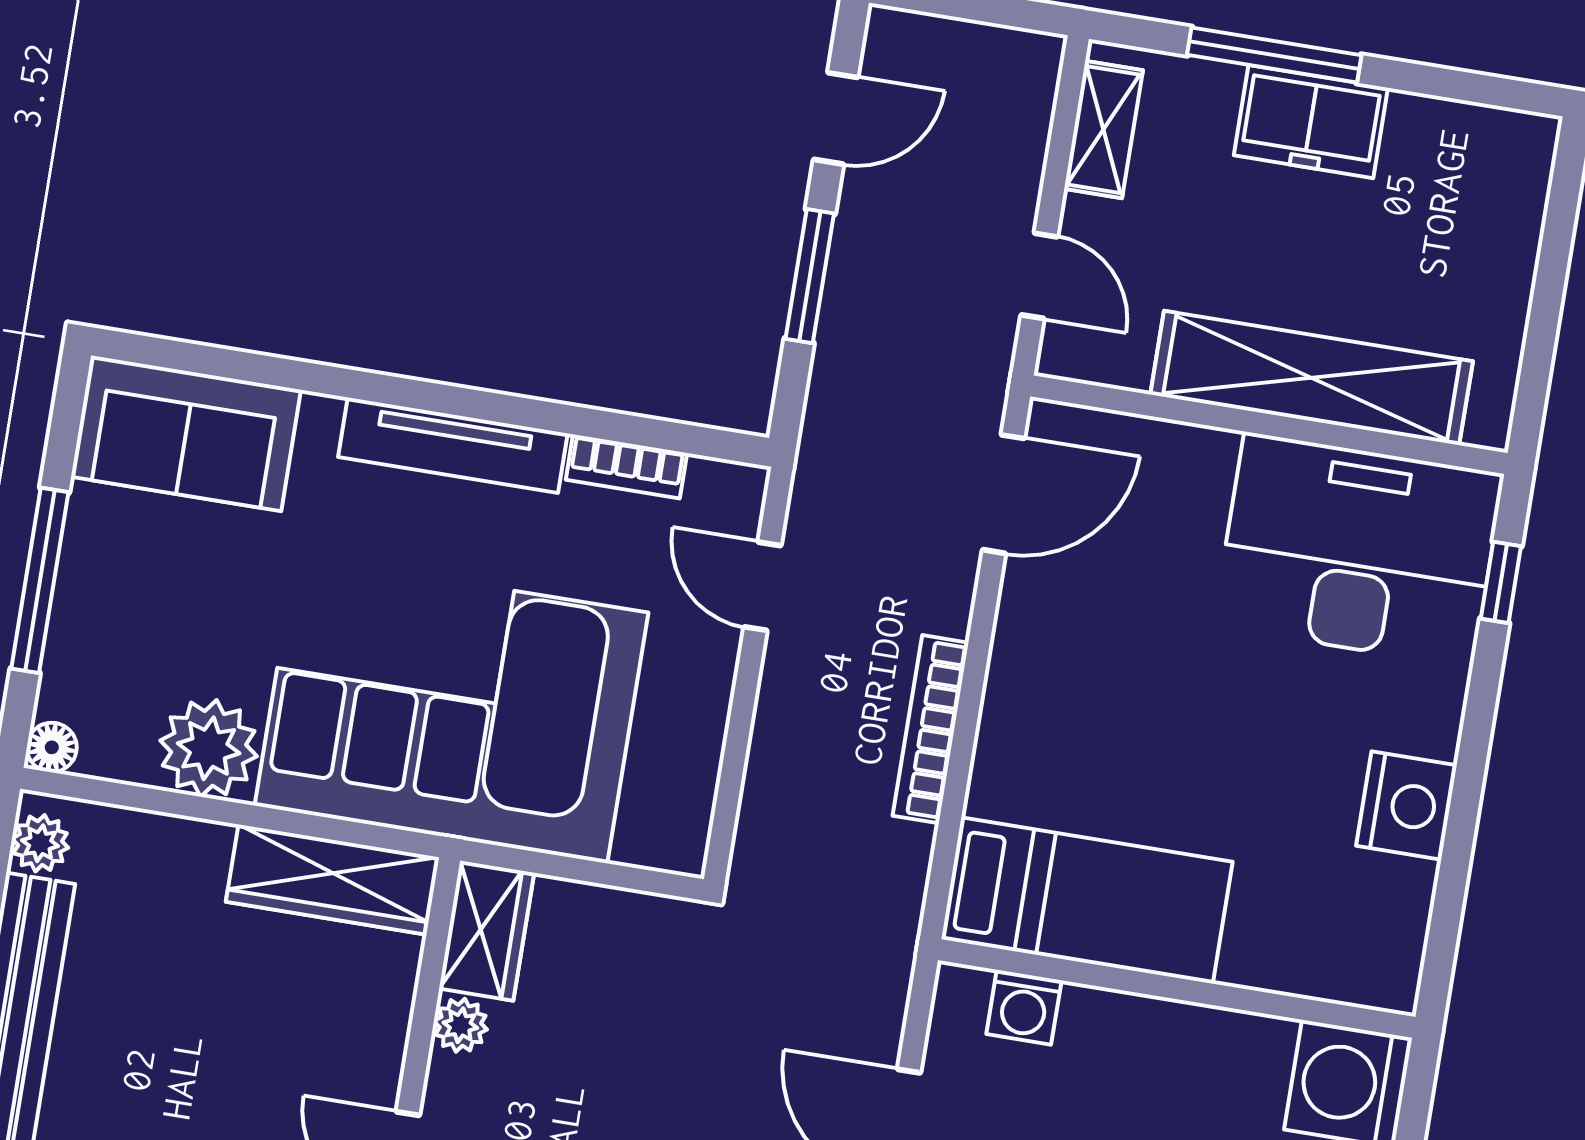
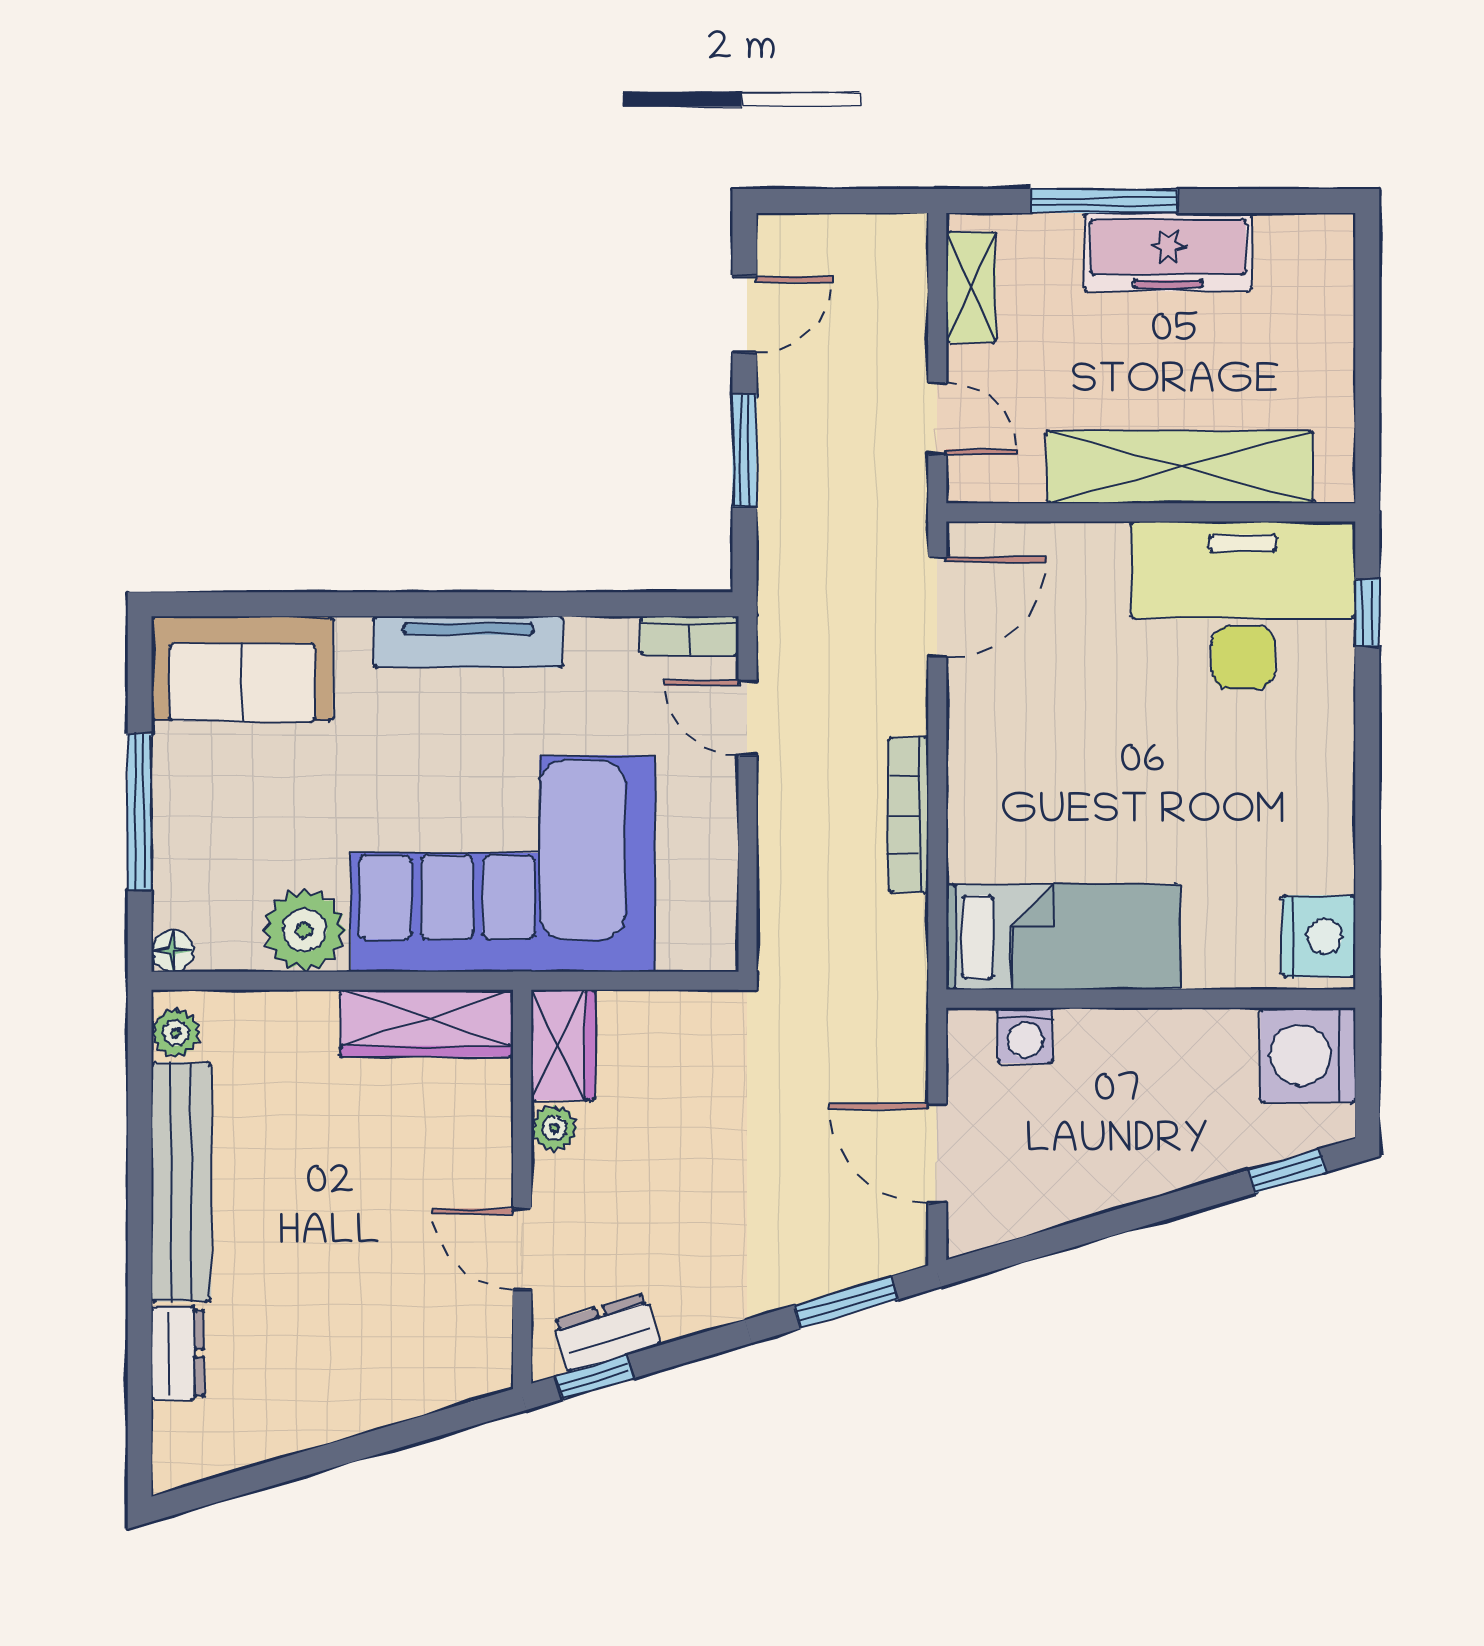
freezer: (1311, 122) -> (1168, 252), width x1.40
bookcase: (626, 466) -> (689, 636), moved
nightstand: (1406, 806) -> (1319, 936), moved

